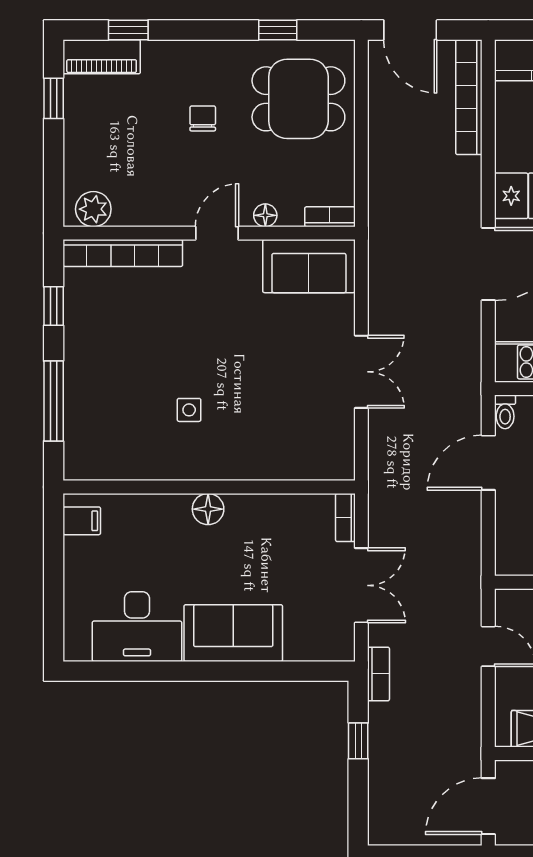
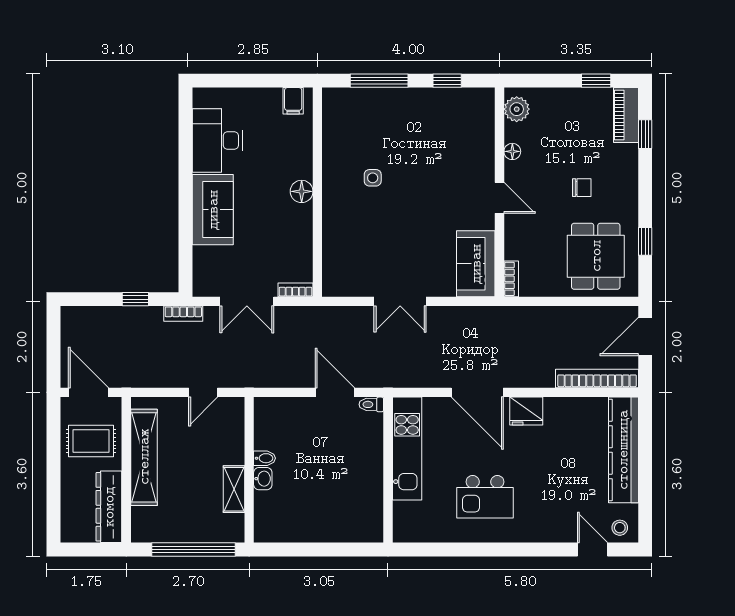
floor lamp: (265, 215) -> (512, 151), moved
bookcase: (123, 253) -> (485, 130), removed

